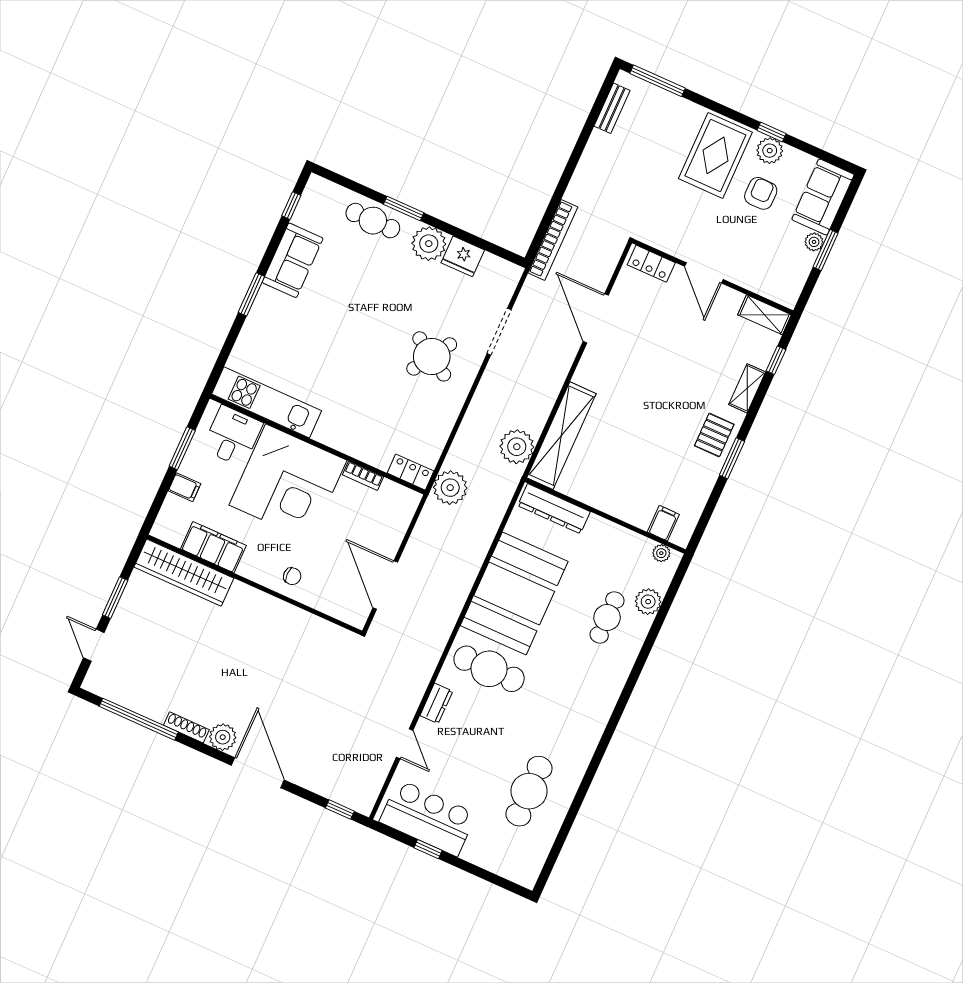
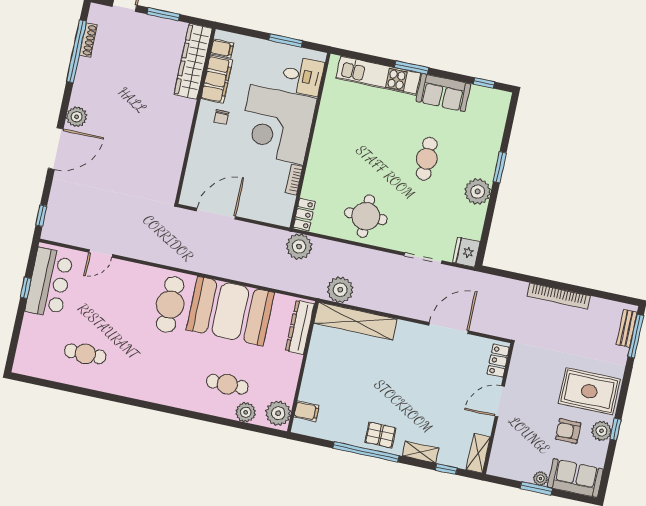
bench: (612, 108) -> (627, 328), moved, turned 90
armchair: (761, 193) -> (568, 431), turned 180
cafe table: (373, 221) -> (427, 159), moved
bookcase: (553, 240) -> (559, 296), moved
fridge: (463, 256) -> (466, 252), moved
round table: (432, 356) -> (366, 216), moved, turned -32
kitchen unit: (267, 402) -> (378, 76), moved, turned 90
window: (732, 458) -> (366, 452), width x2.11
filing cabinet: (184, 487) -> (222, 48), moved, turned -90
plant: (661, 553) -> (278, 413), width x1.87, depth x1.87
chair: (292, 576) -> (221, 117), moved
dresser: (436, 703) -> (136, 271), removed
shoe rack: (186, 727) -> (88, 40), moved
cafe table: (529, 791) -> (85, 354), width x0.73, depth x0.74

